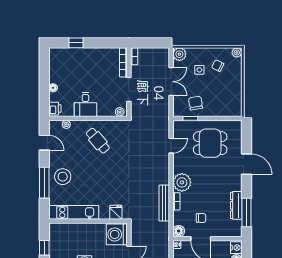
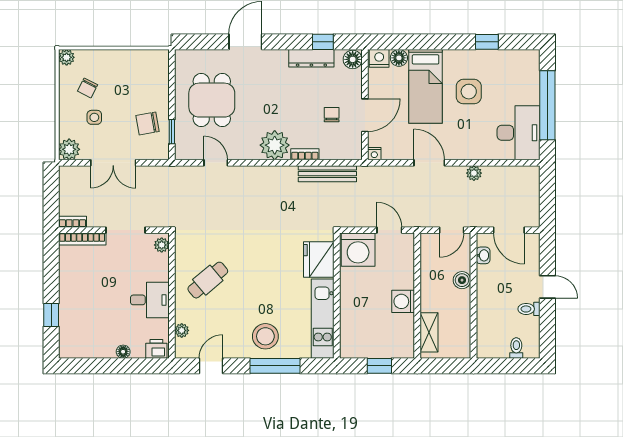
double door: (171, 82) -> (113, 163), swing flipped
bench: (164, 203) -> (327, 174), moved
fridge: (116, 212) -> (319, 259), width x1.88, depth x1.34
window: (246, 212) -> (323, 42), width x0.46
floor lamp: (179, 231) -> (353, 59), moved

